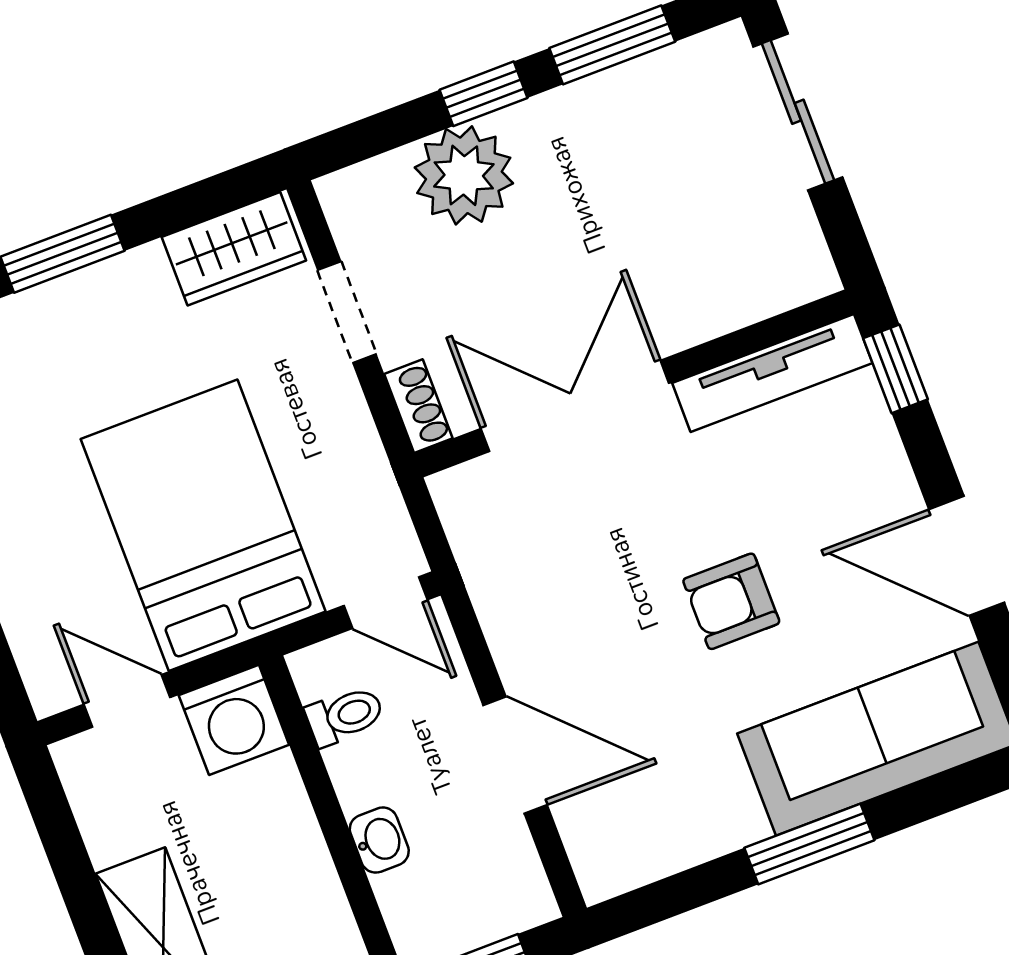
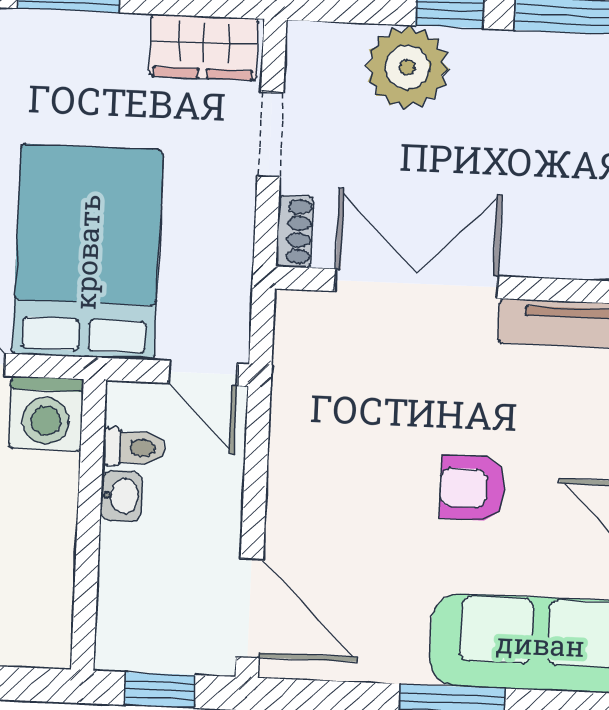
door: (515, 755) -> (250, 608), moved
washbasin: (379, 840) -> (121, 496), moved

